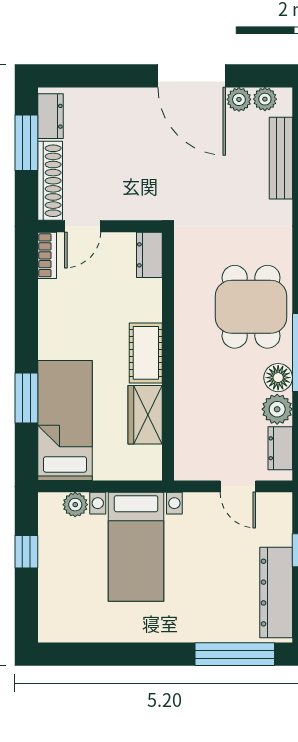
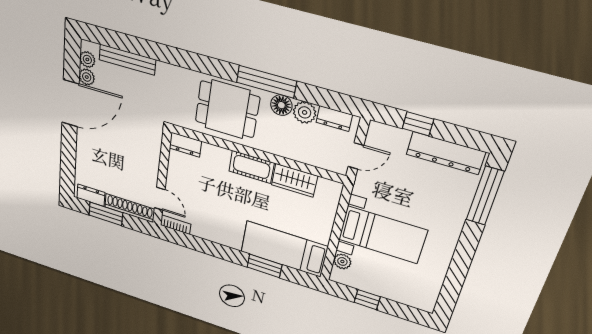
dresser: (149, 255) -> (185, 145), moved
cot: (146, 353) -> (251, 167), moved
wall: (168, 356) -> (256, 153), moved
wardrobe: (145, 415) -> (294, 180), moved

